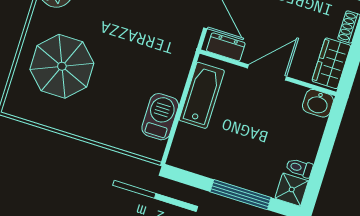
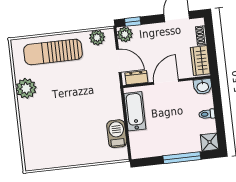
parasol: (62, 66) -> (48, 130), removed
toilet: (299, 168) -> (207, 114), moved

